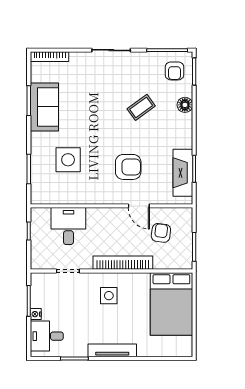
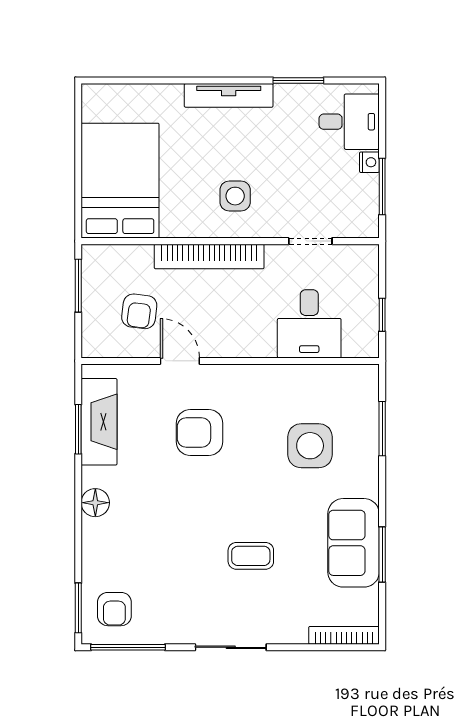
armchair: (174, 71) -> (114, 609), turned 180
floor lamp: (185, 105) -> (95, 503), moved
coffee table: (141, 107) -> (251, 556), moved, turned 36

